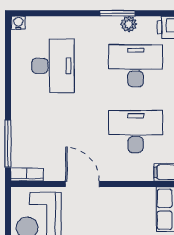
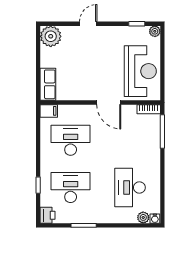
plant: (129, 24) -> (143, 217), moved
desk: (136, 66) -> (71, 188), turned 180
desk: (136, 131) -> (71, 140), turned 180

